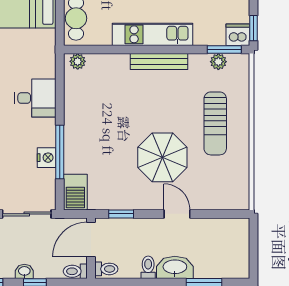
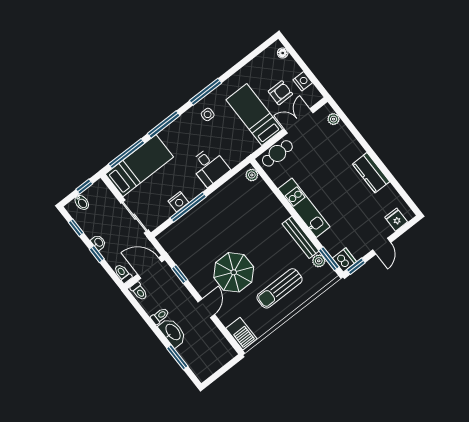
bench: (159, 62) -> (301, 237), moved
barbecue: (75, 192) -> (241, 334), moved, turned -90

